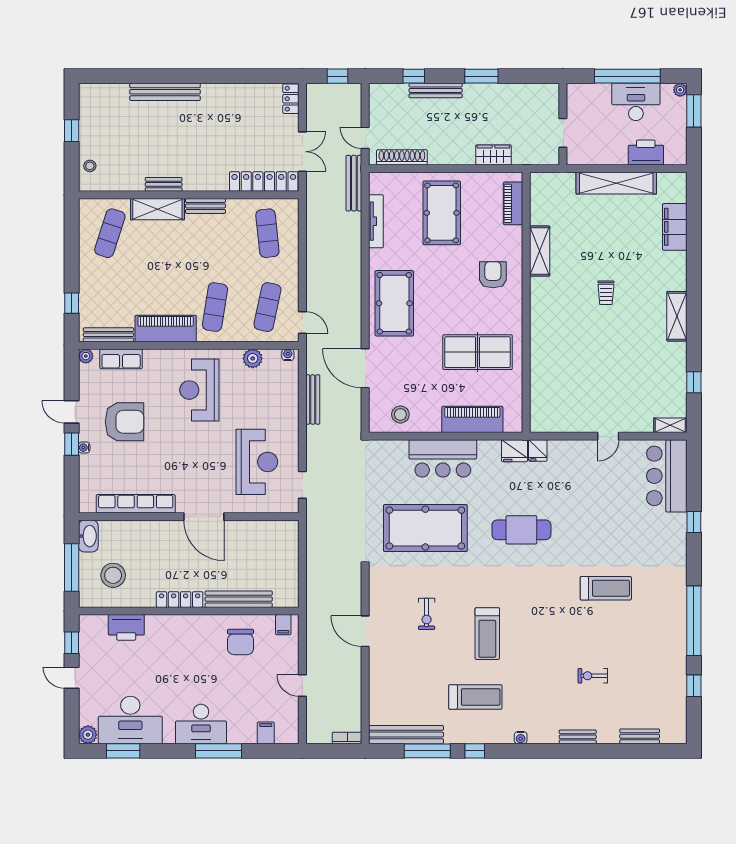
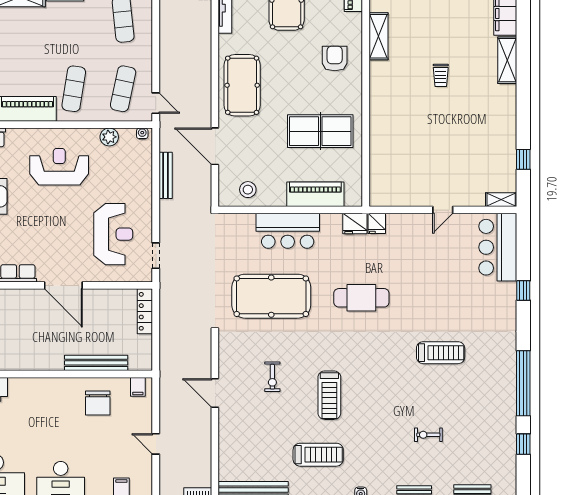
shelving: (677, 316) -> (507, 60), moved
reception desk: (199, 390) -> (59, 167), turned 90
locker: (180, 600) -> (145, 311), moved, turned -90

